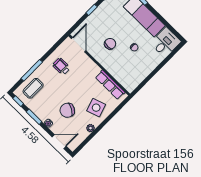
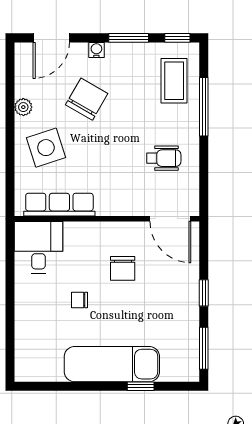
desk: (166, 42) -> (38, 247), moved, turned 180

